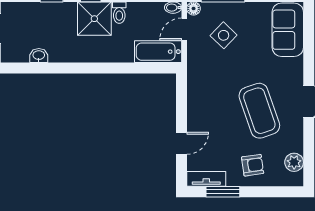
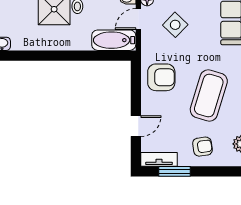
armchair: (209, 91) -> (161, 77), added
coffee table: (259, 111) -> (209, 96), turned 36

